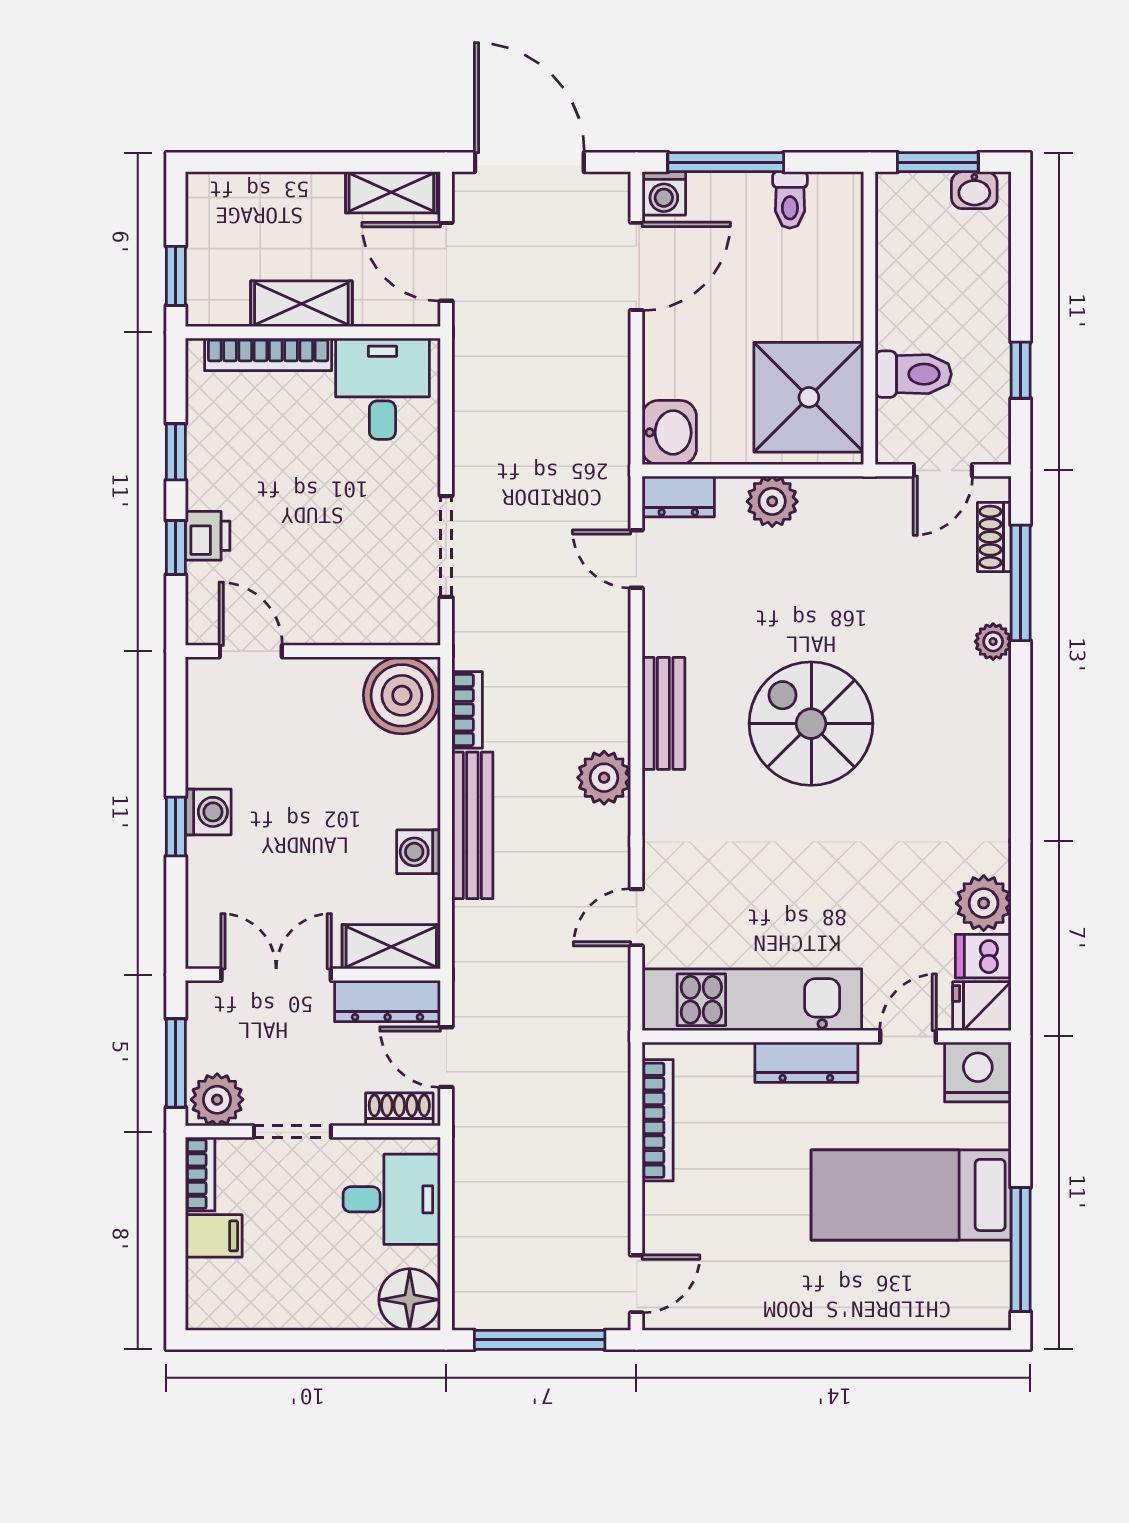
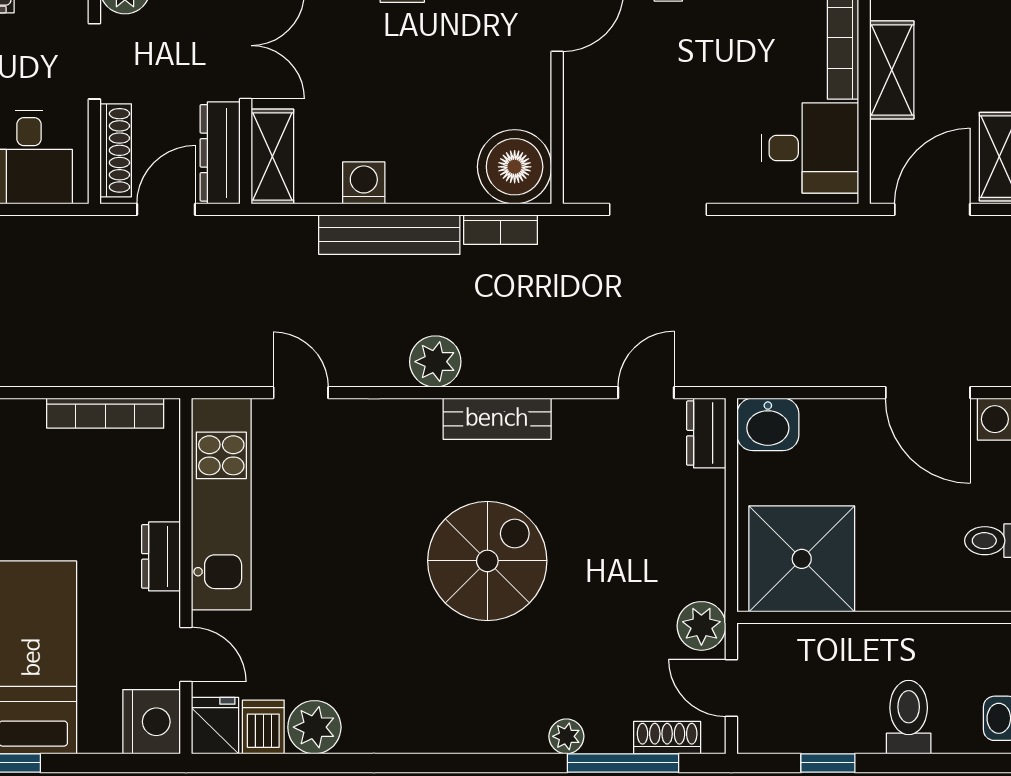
toilet: (913, 374) -> (909, 717), moved, turned 180
plant: (772, 501) -> (701, 626), moved
dresser: (806, 1062) -> (161, 556), width x0.70
shoe rack: (399, 1109) -> (116, 150), width x1.43

